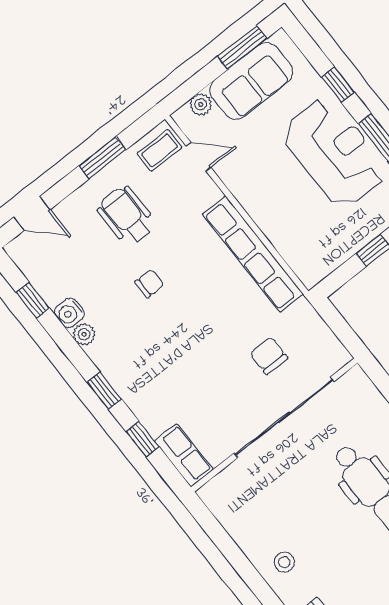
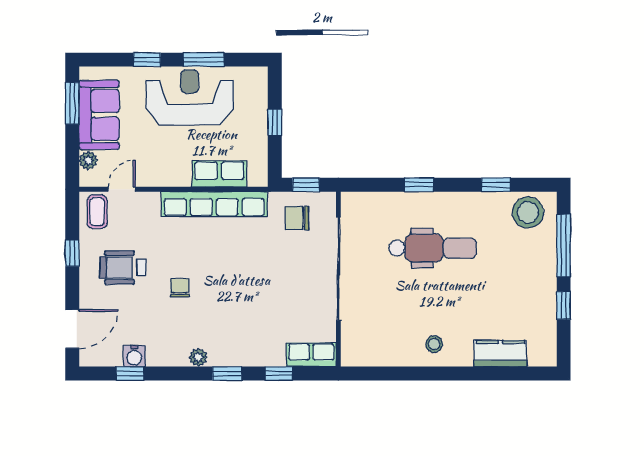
window: (103, 158) -> (72, 253), width x0.67
door: (32, 214) -> (72, 329), width x1.38
row of seats: (285, 237) -> (219, 174), added
water cooler: (69, 313) -> (134, 356), moved
window: (338, 325) -> (306, 185), added
plant: (84, 334) -> (198, 357), moved
chair: (269, 356) -> (297, 218), moved

